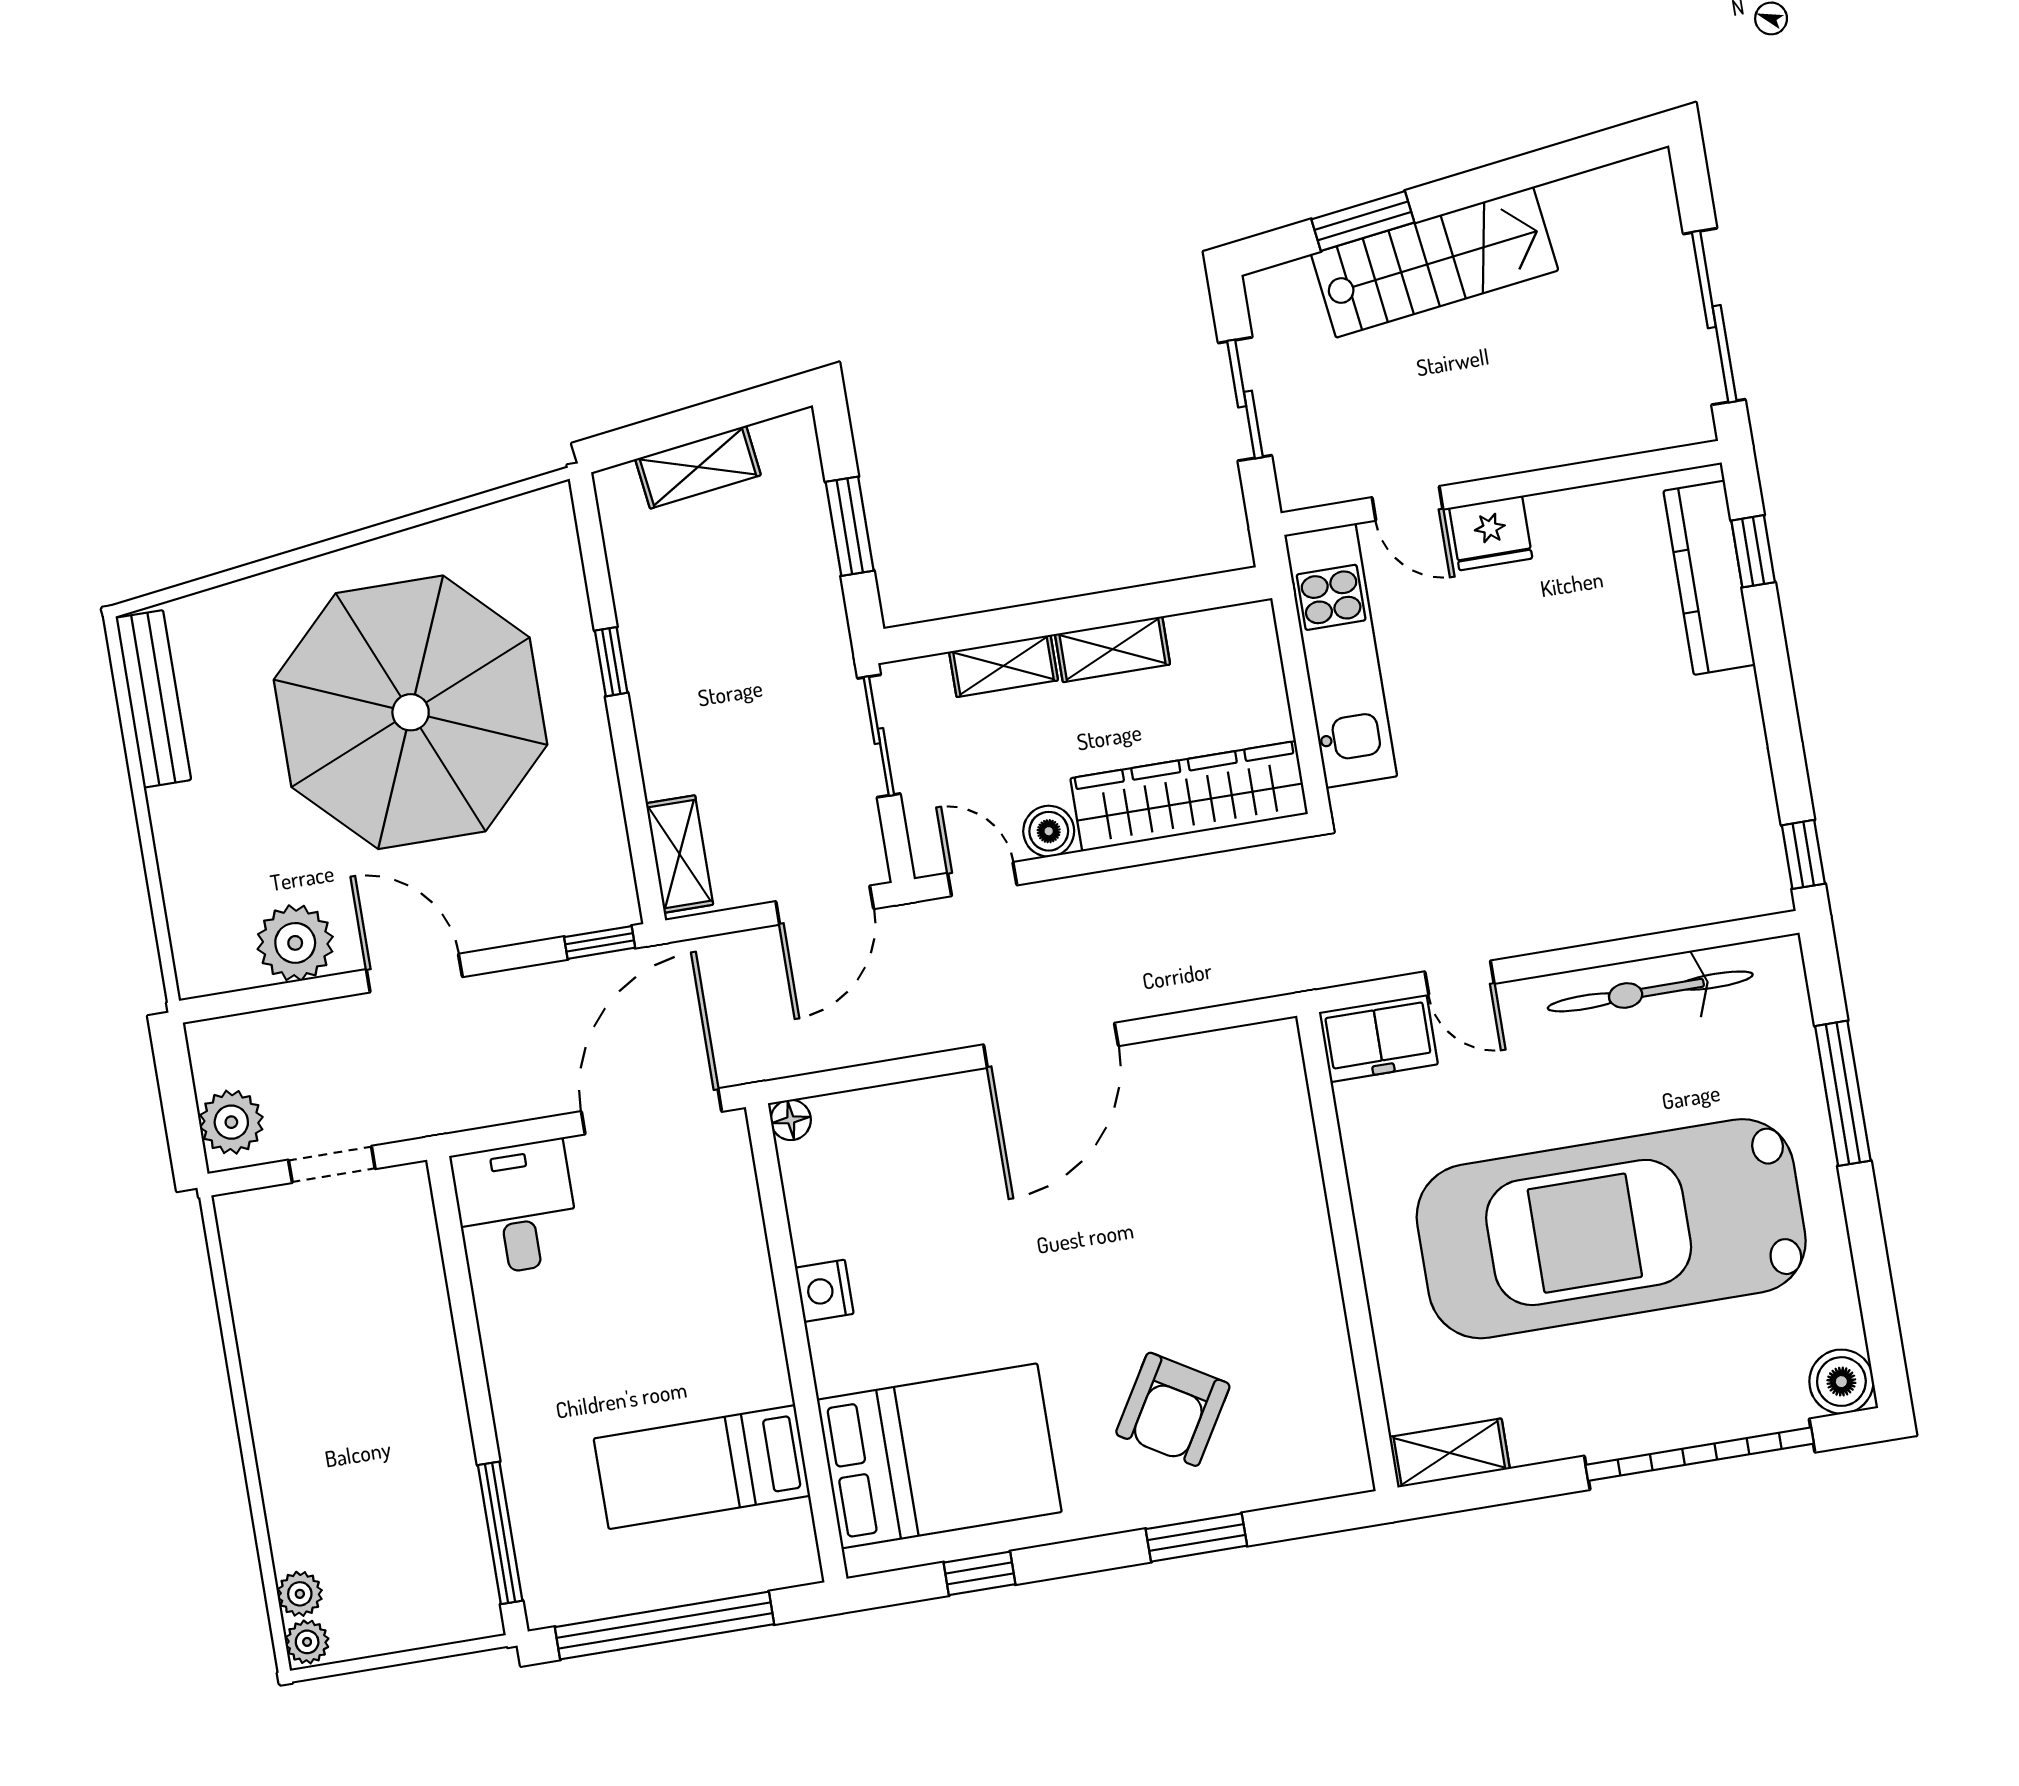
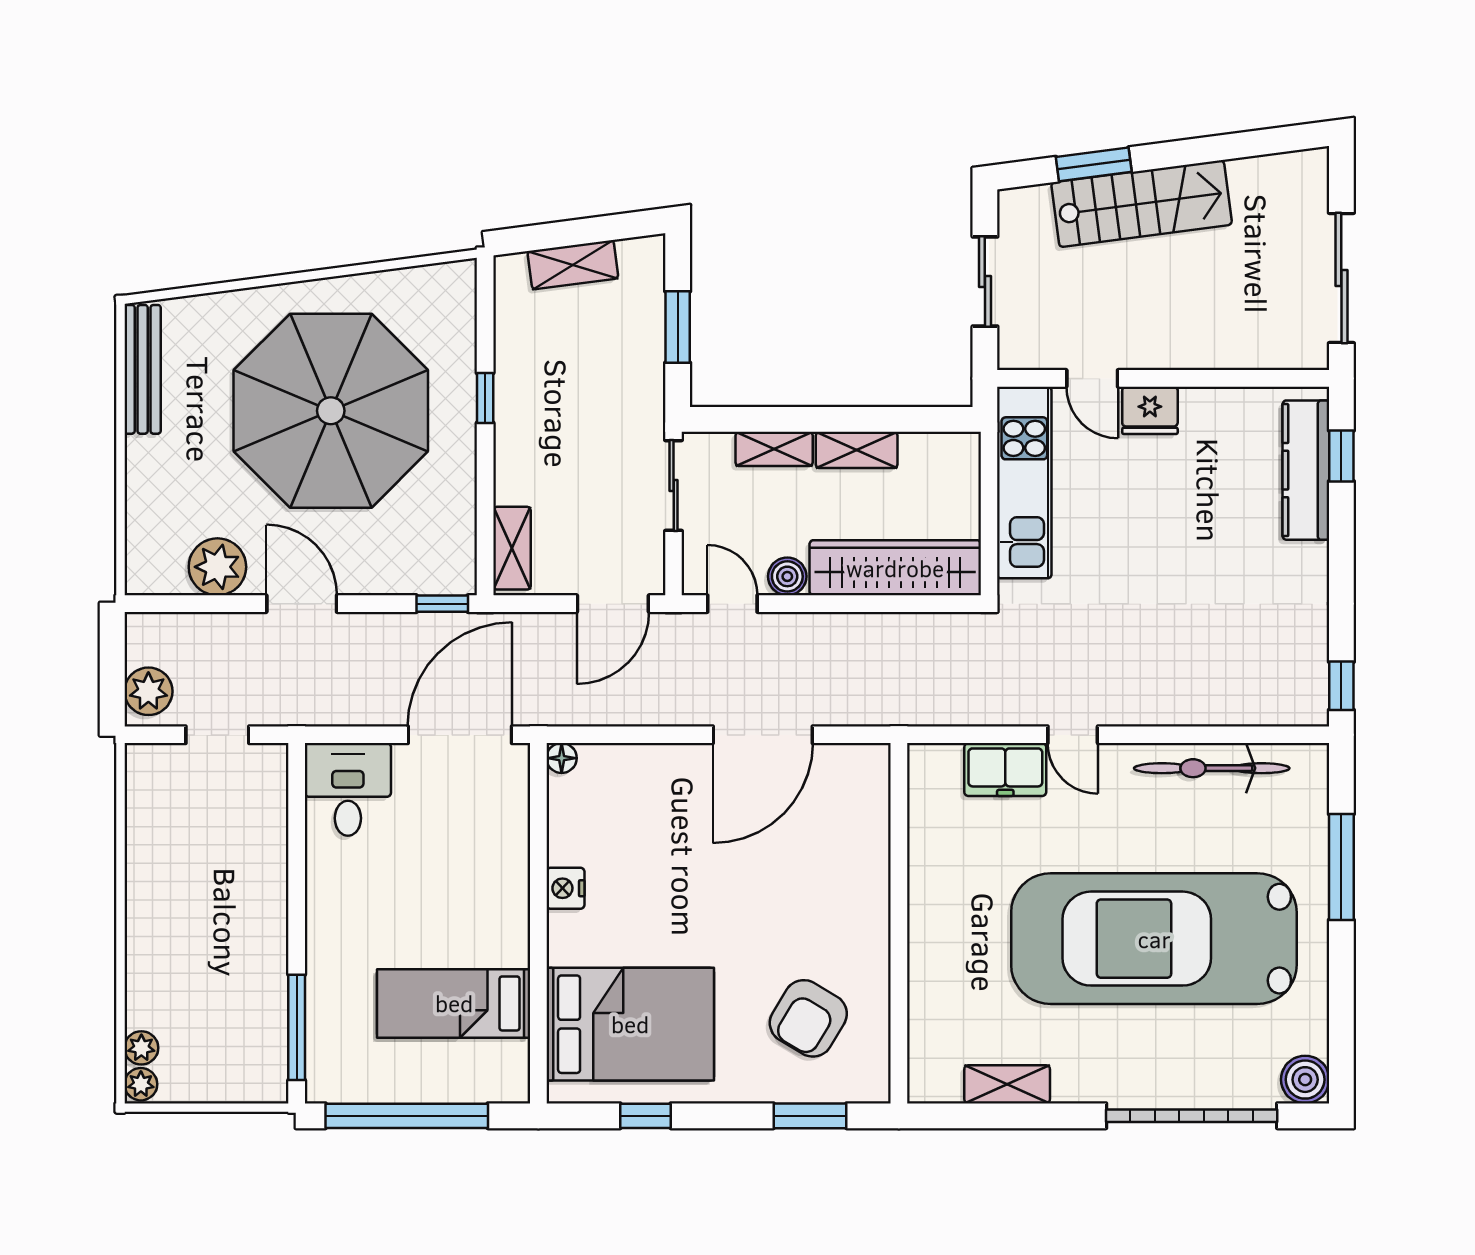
wall: (1347, 1252) -> (899, 923), moved

